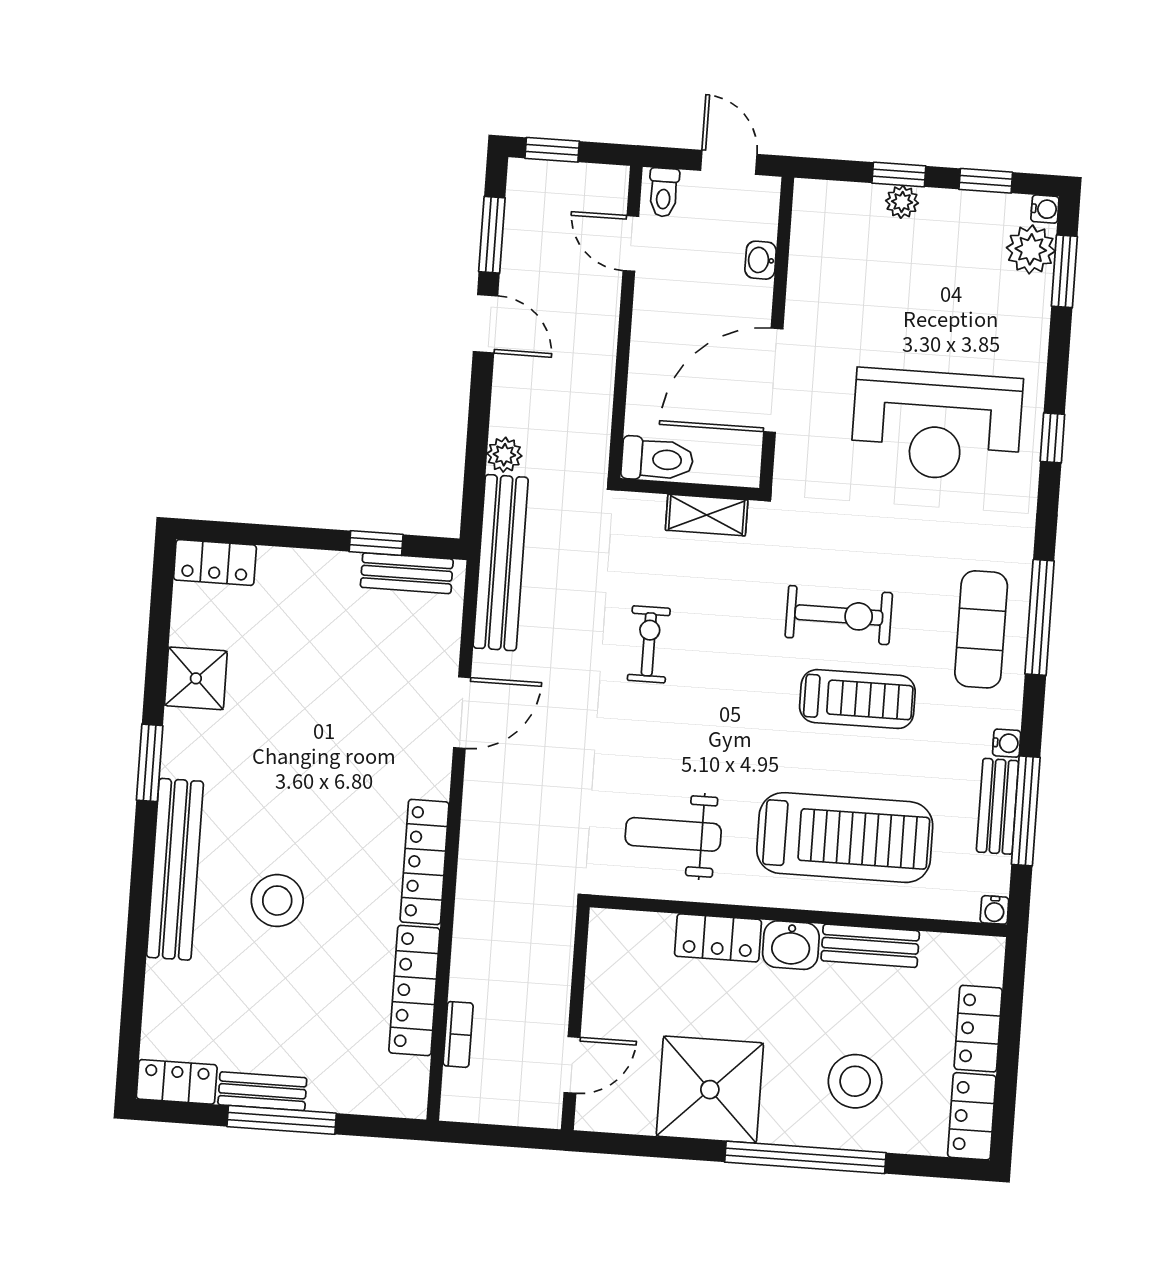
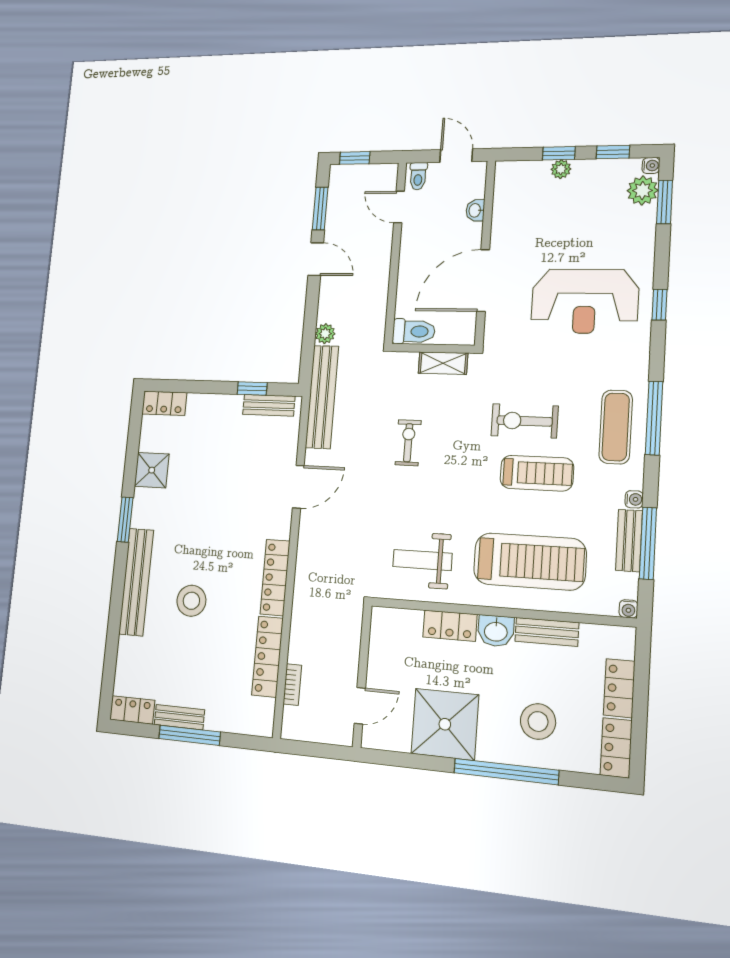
exercise bike: (839, 615) -> (525, 421), turned 180

